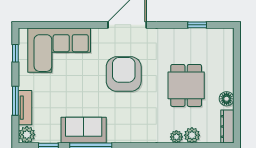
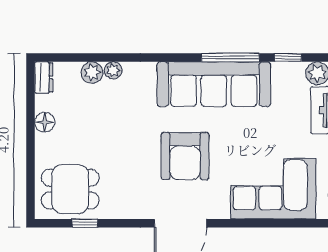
dining table: (186, 85) -> (70, 189), moved, turned 90
dresser: (227, 127) -> (44, 77), width x0.70
sofa: (84, 130) -> (214, 84), width x1.85, depth x1.27

